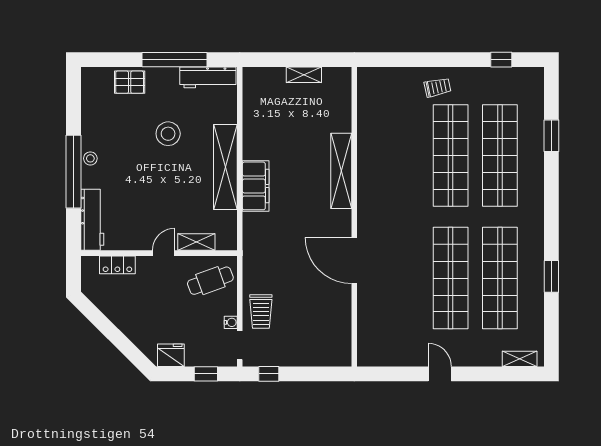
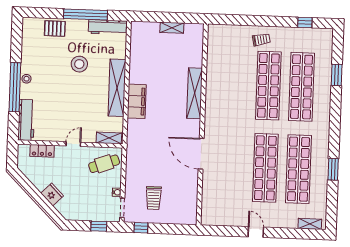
shelving: (196, 242) -> (109, 138), moved
trolley: (261, 312) -> (154, 198), moved
fridge: (171, 355) -> (52, 195), moved, turned 45

